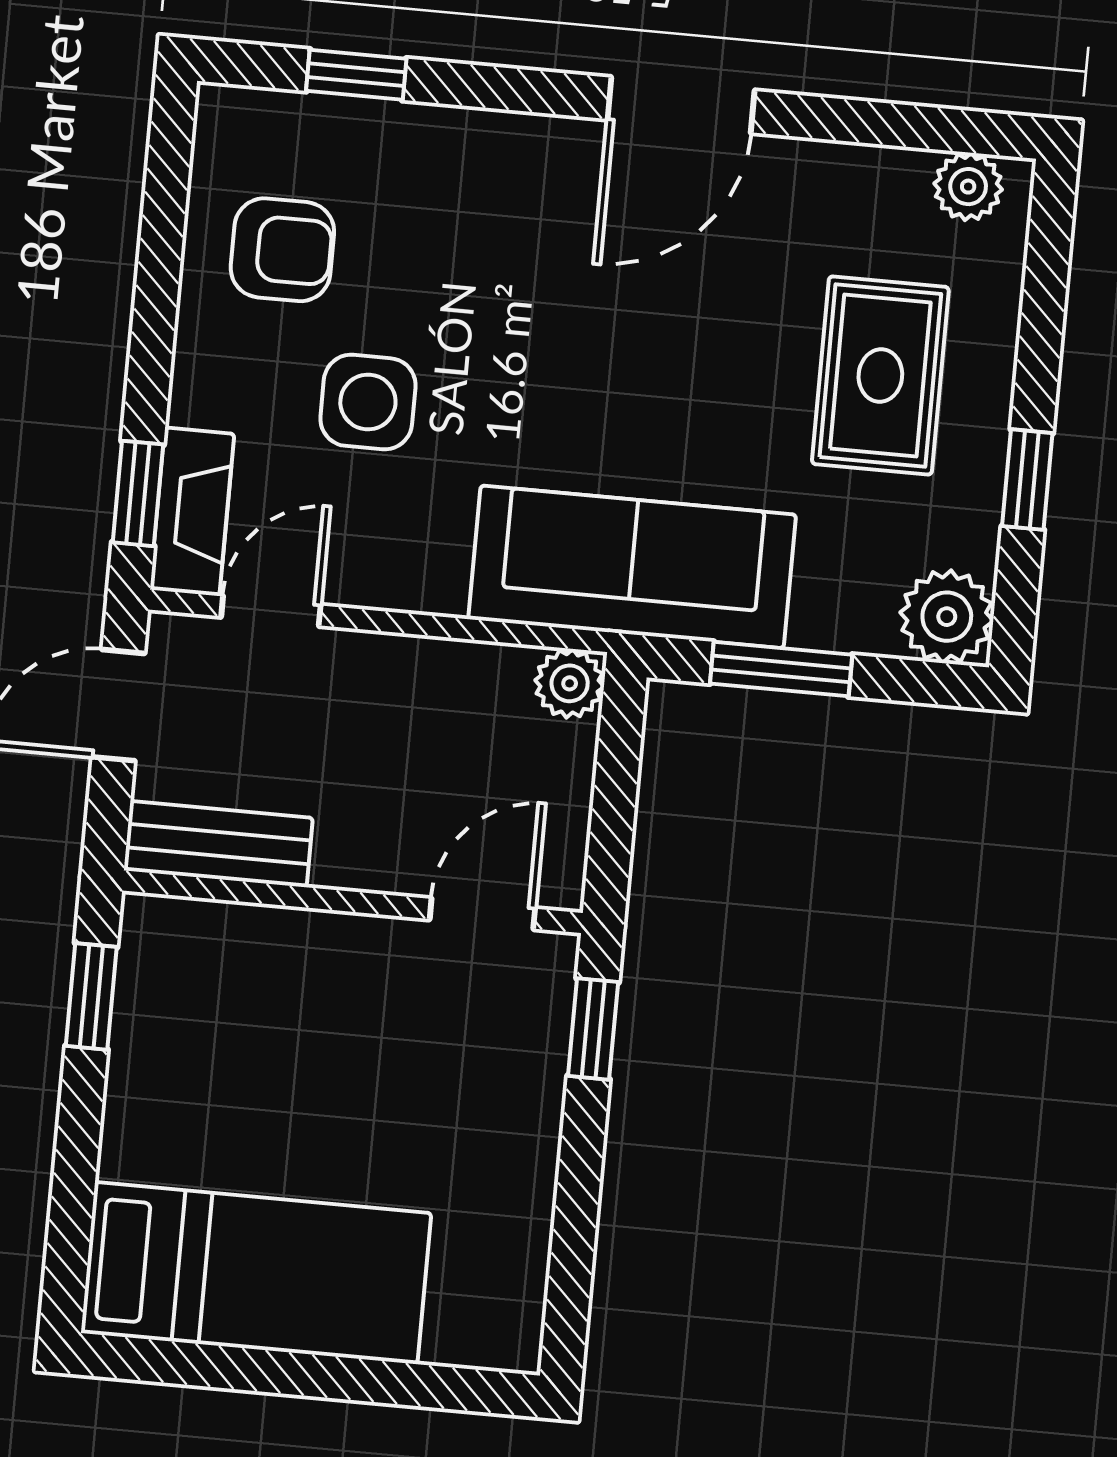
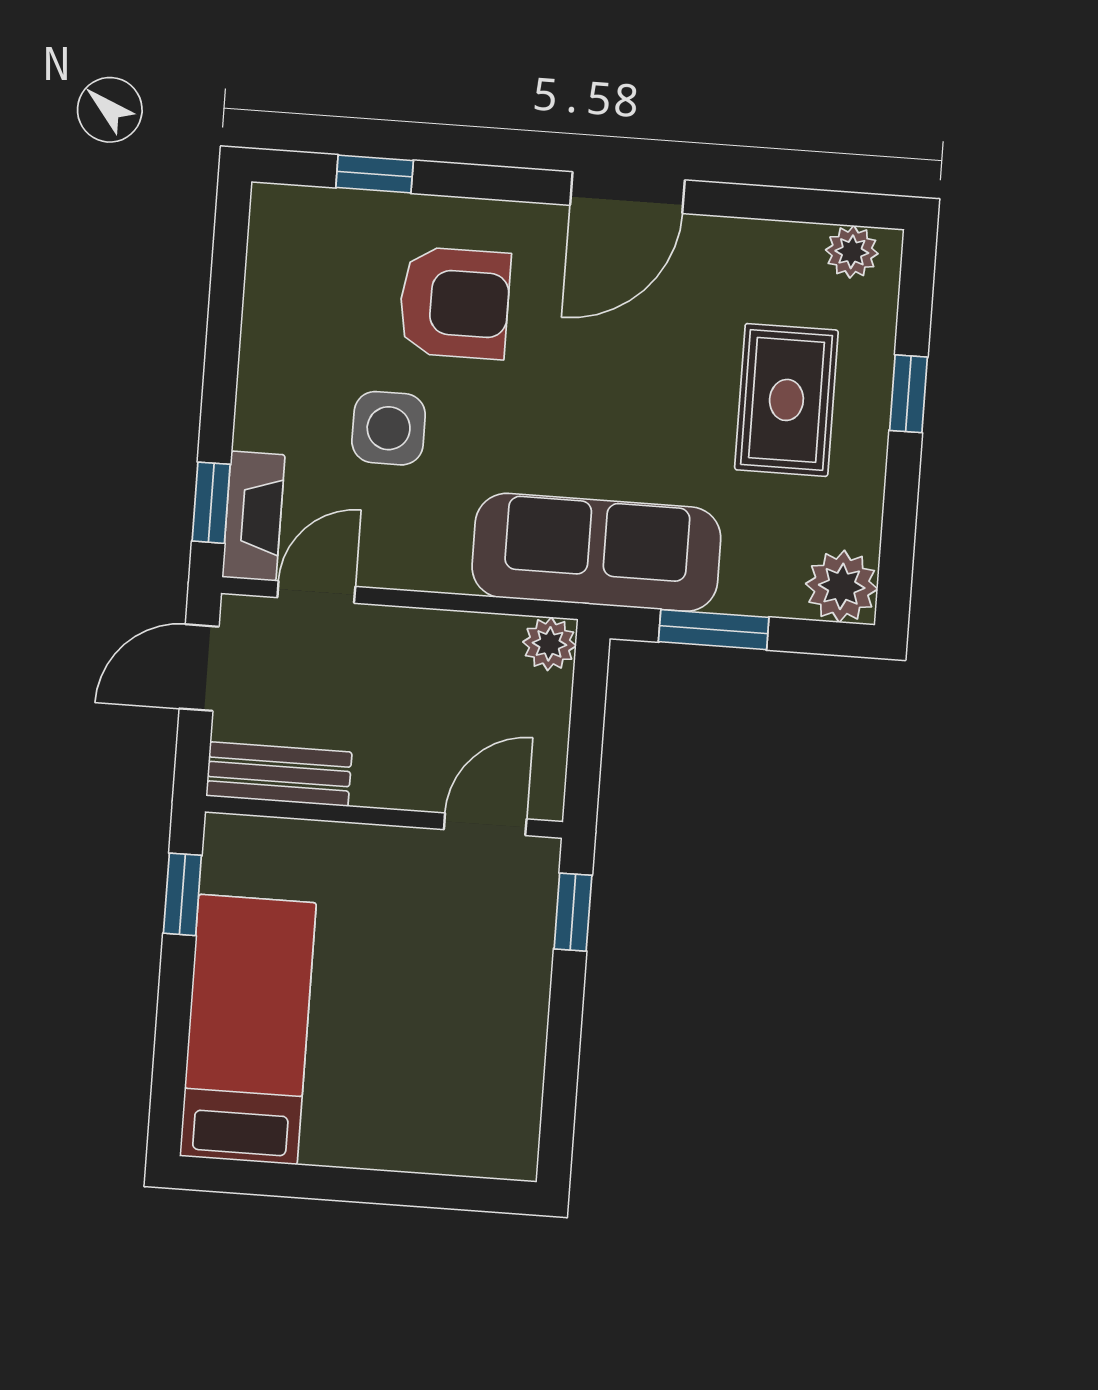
armchair: (282, 250) -> (454, 303), moved, width x1.38, depth x1.38
window: (1027, 480) -> (908, 394), moved
bed: (256, 1273) -> (248, 1030), moved, turned -90

